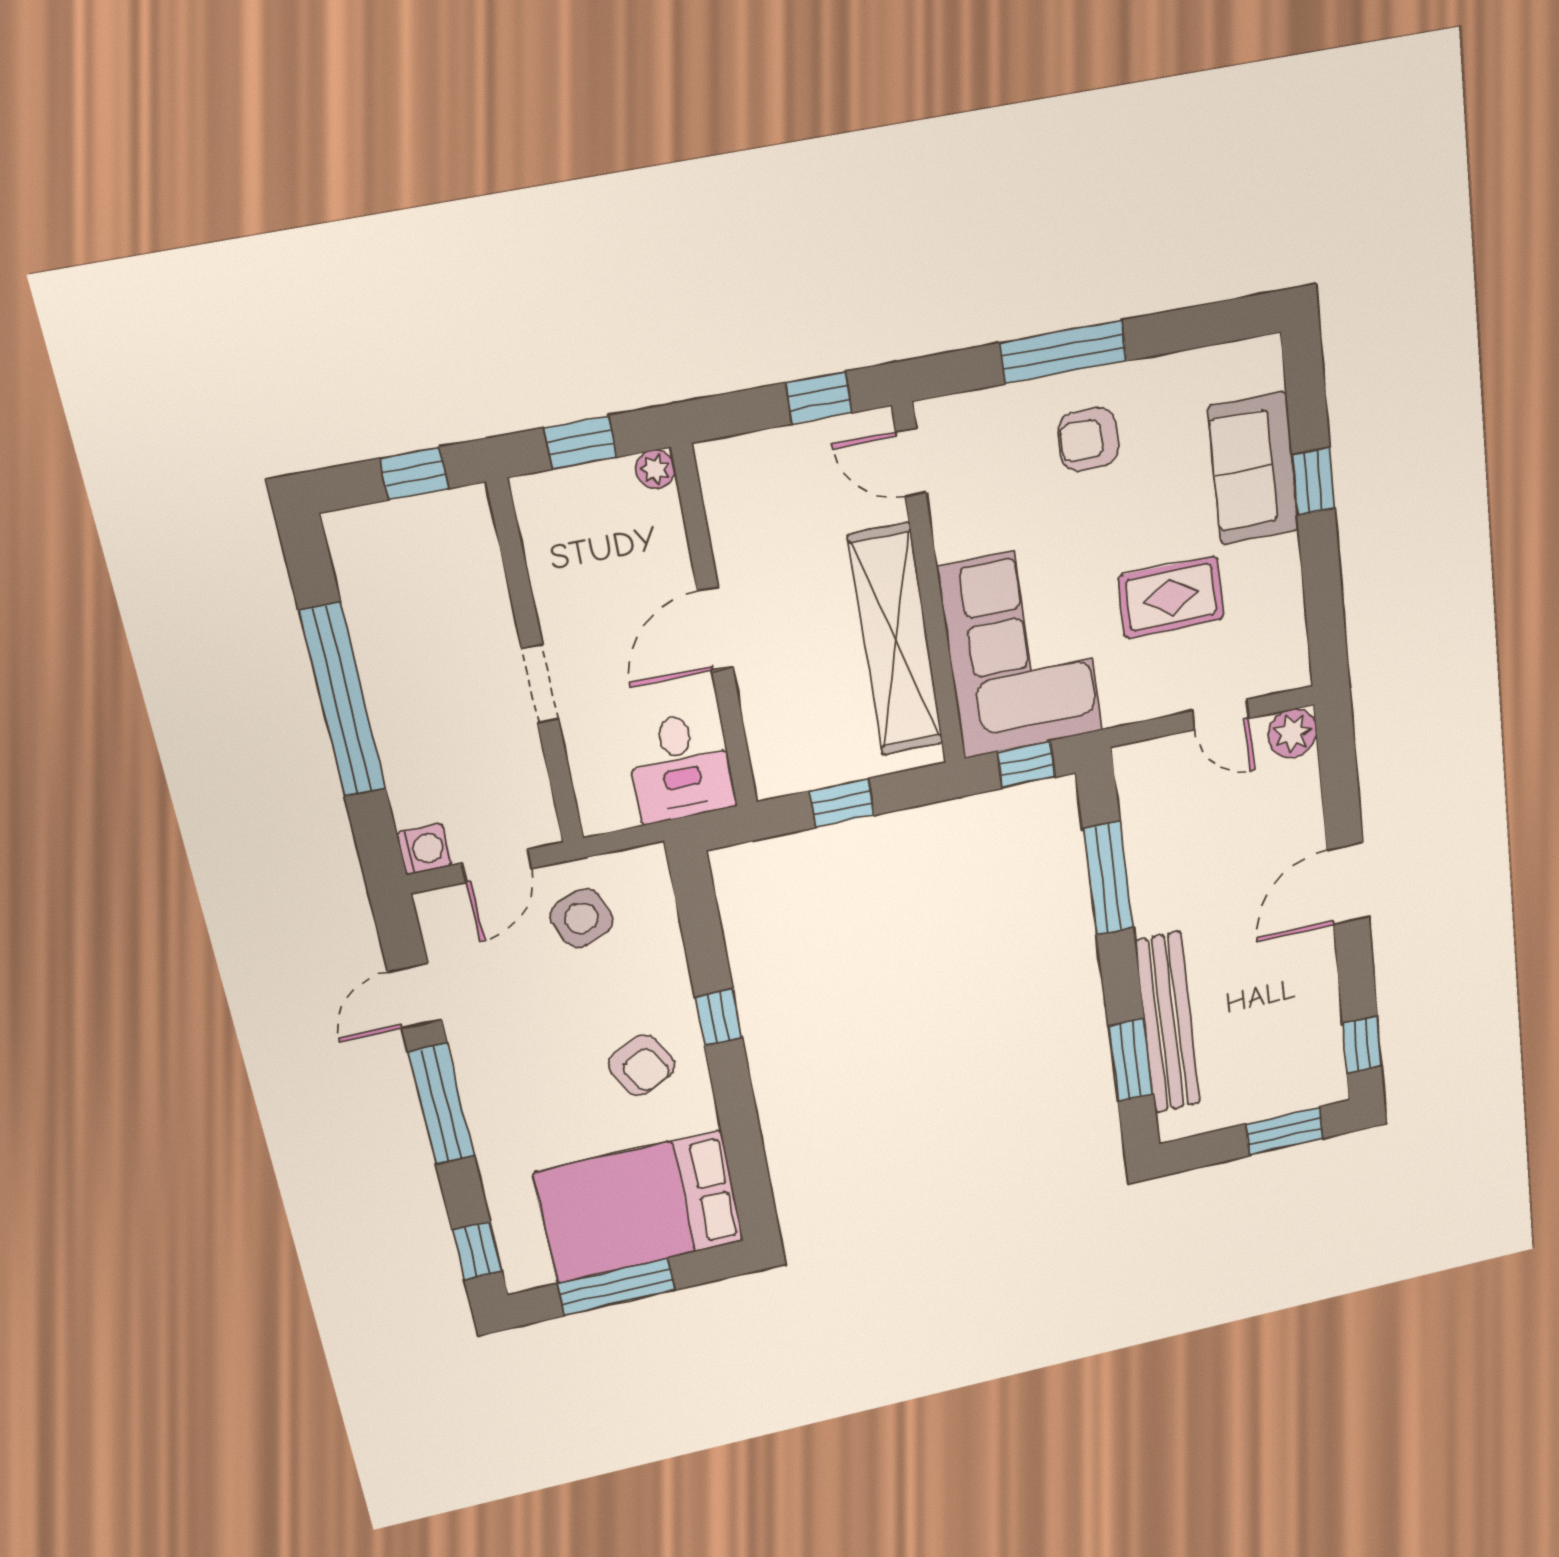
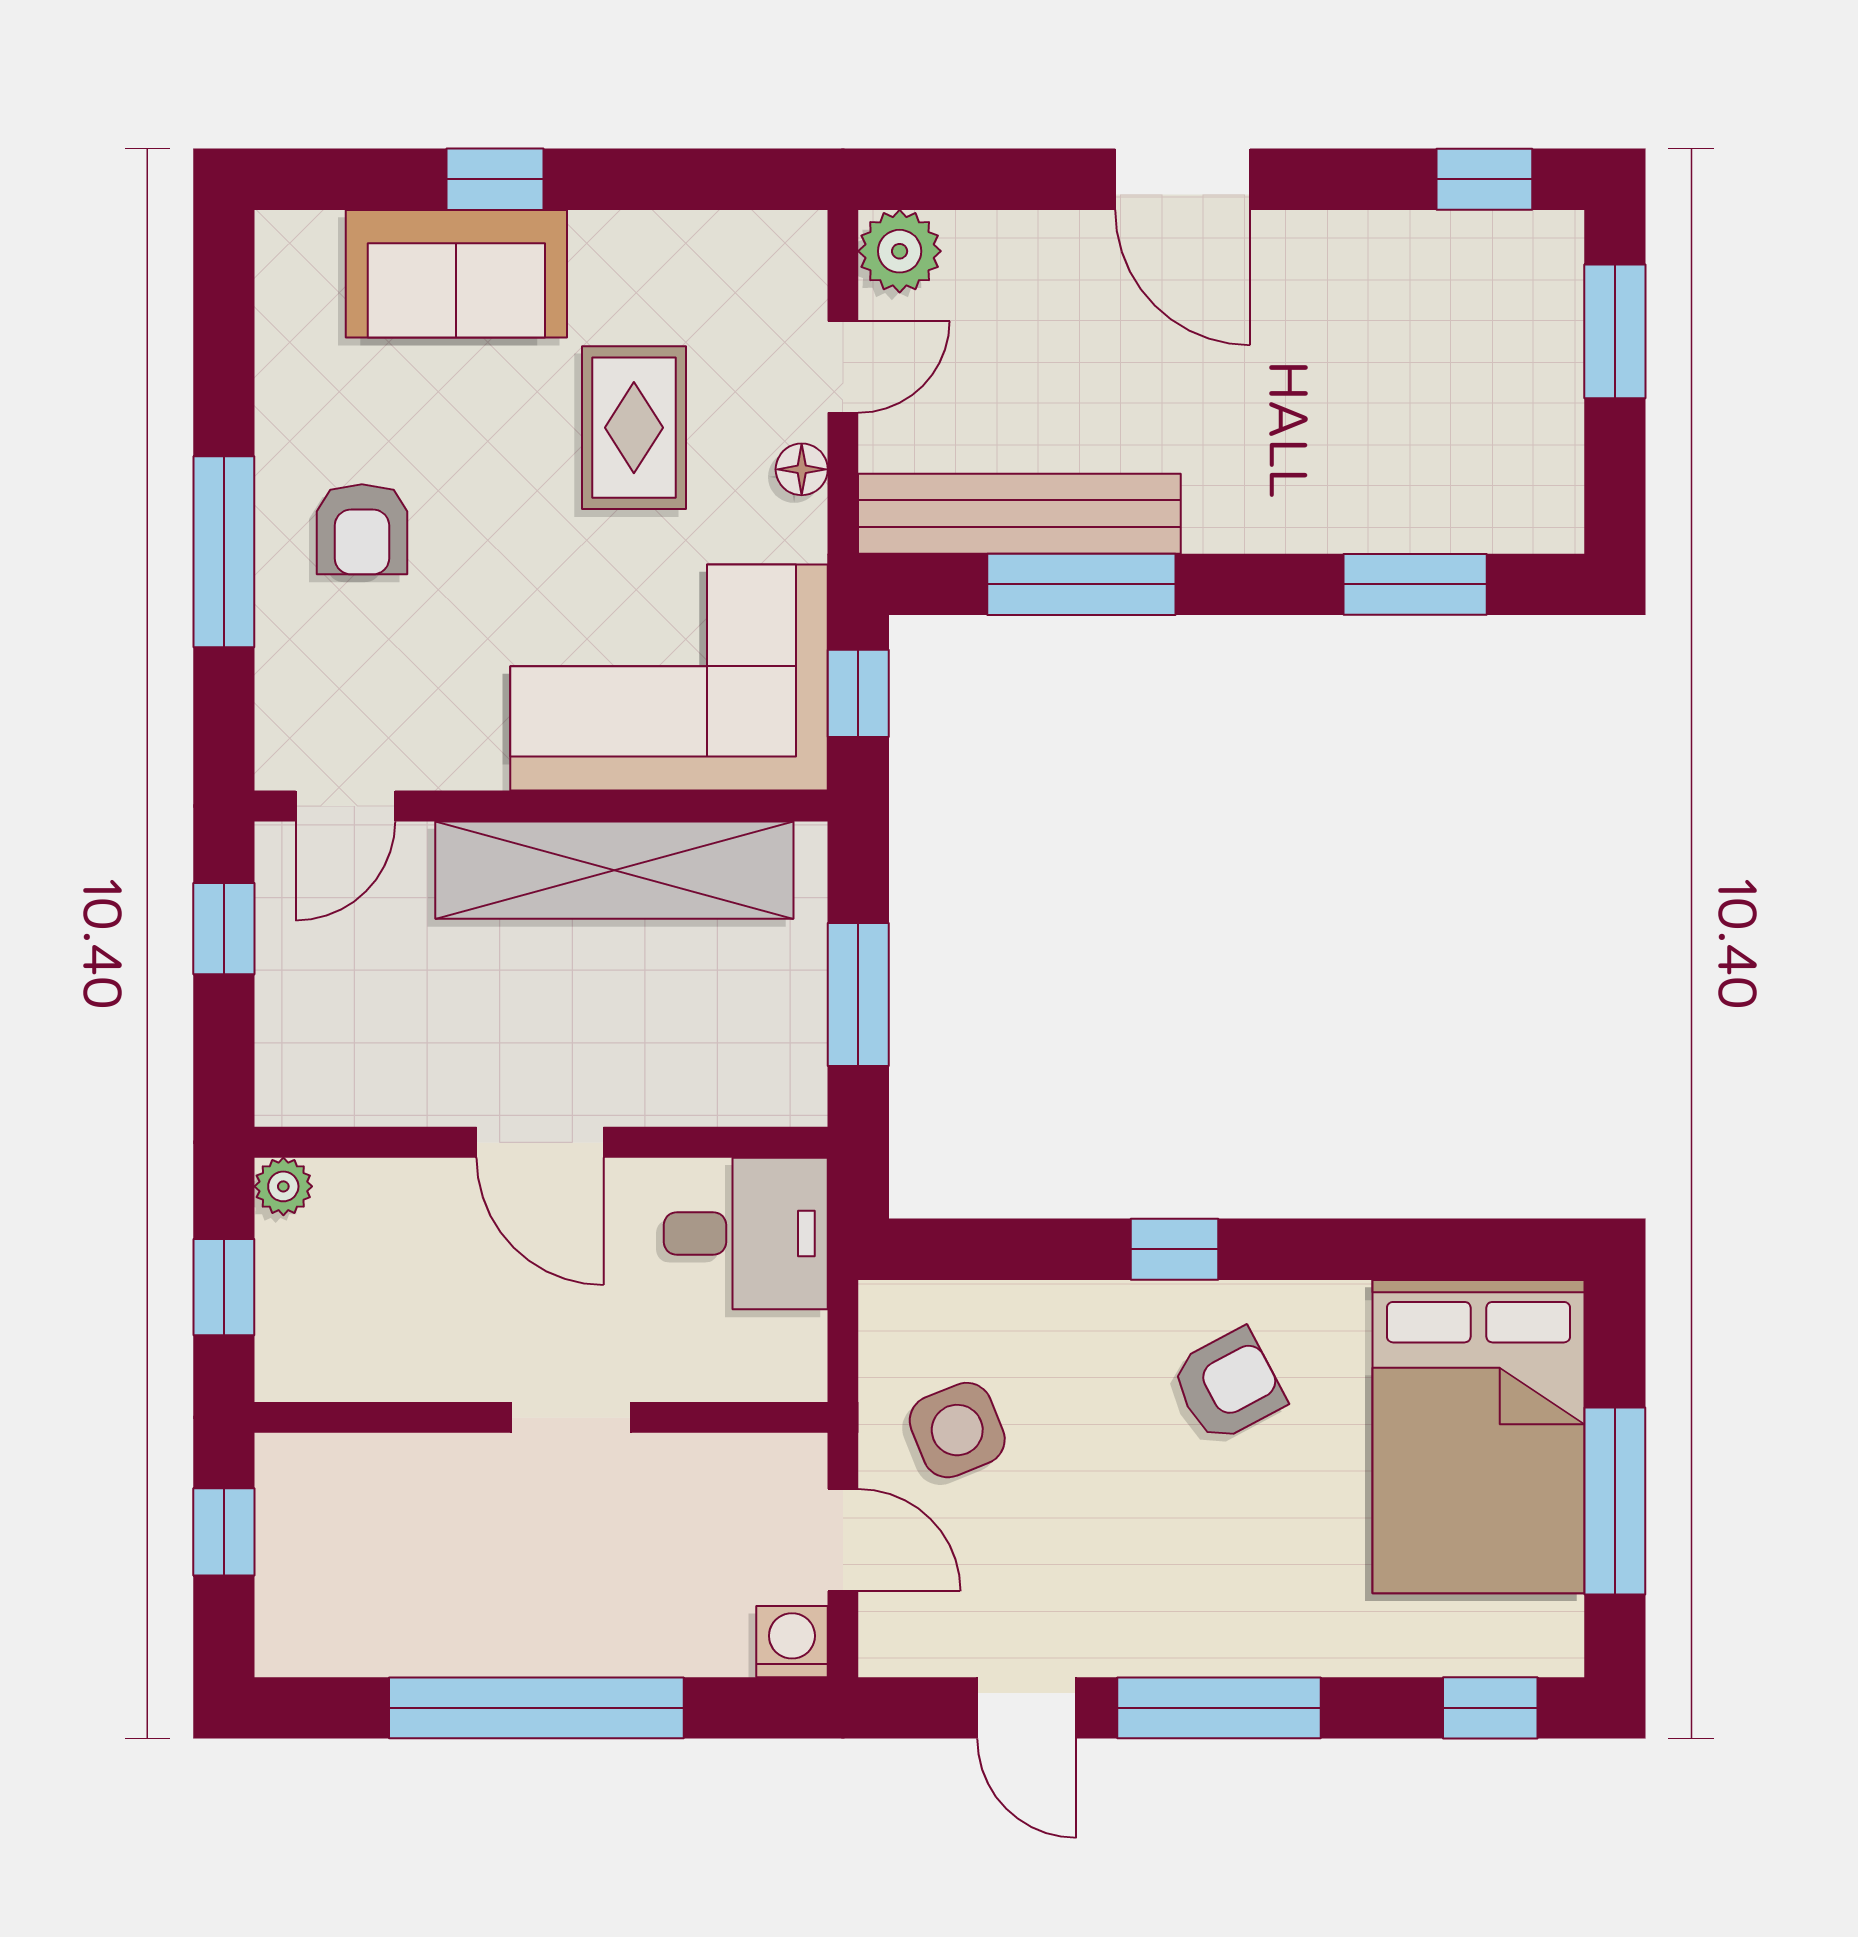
floor lamp: (1157, 703) -> (802, 469), added
window: (842, 803) -> (858, 995), width x1.50
bench: (1168, 1023) -> (1019, 514), moved

